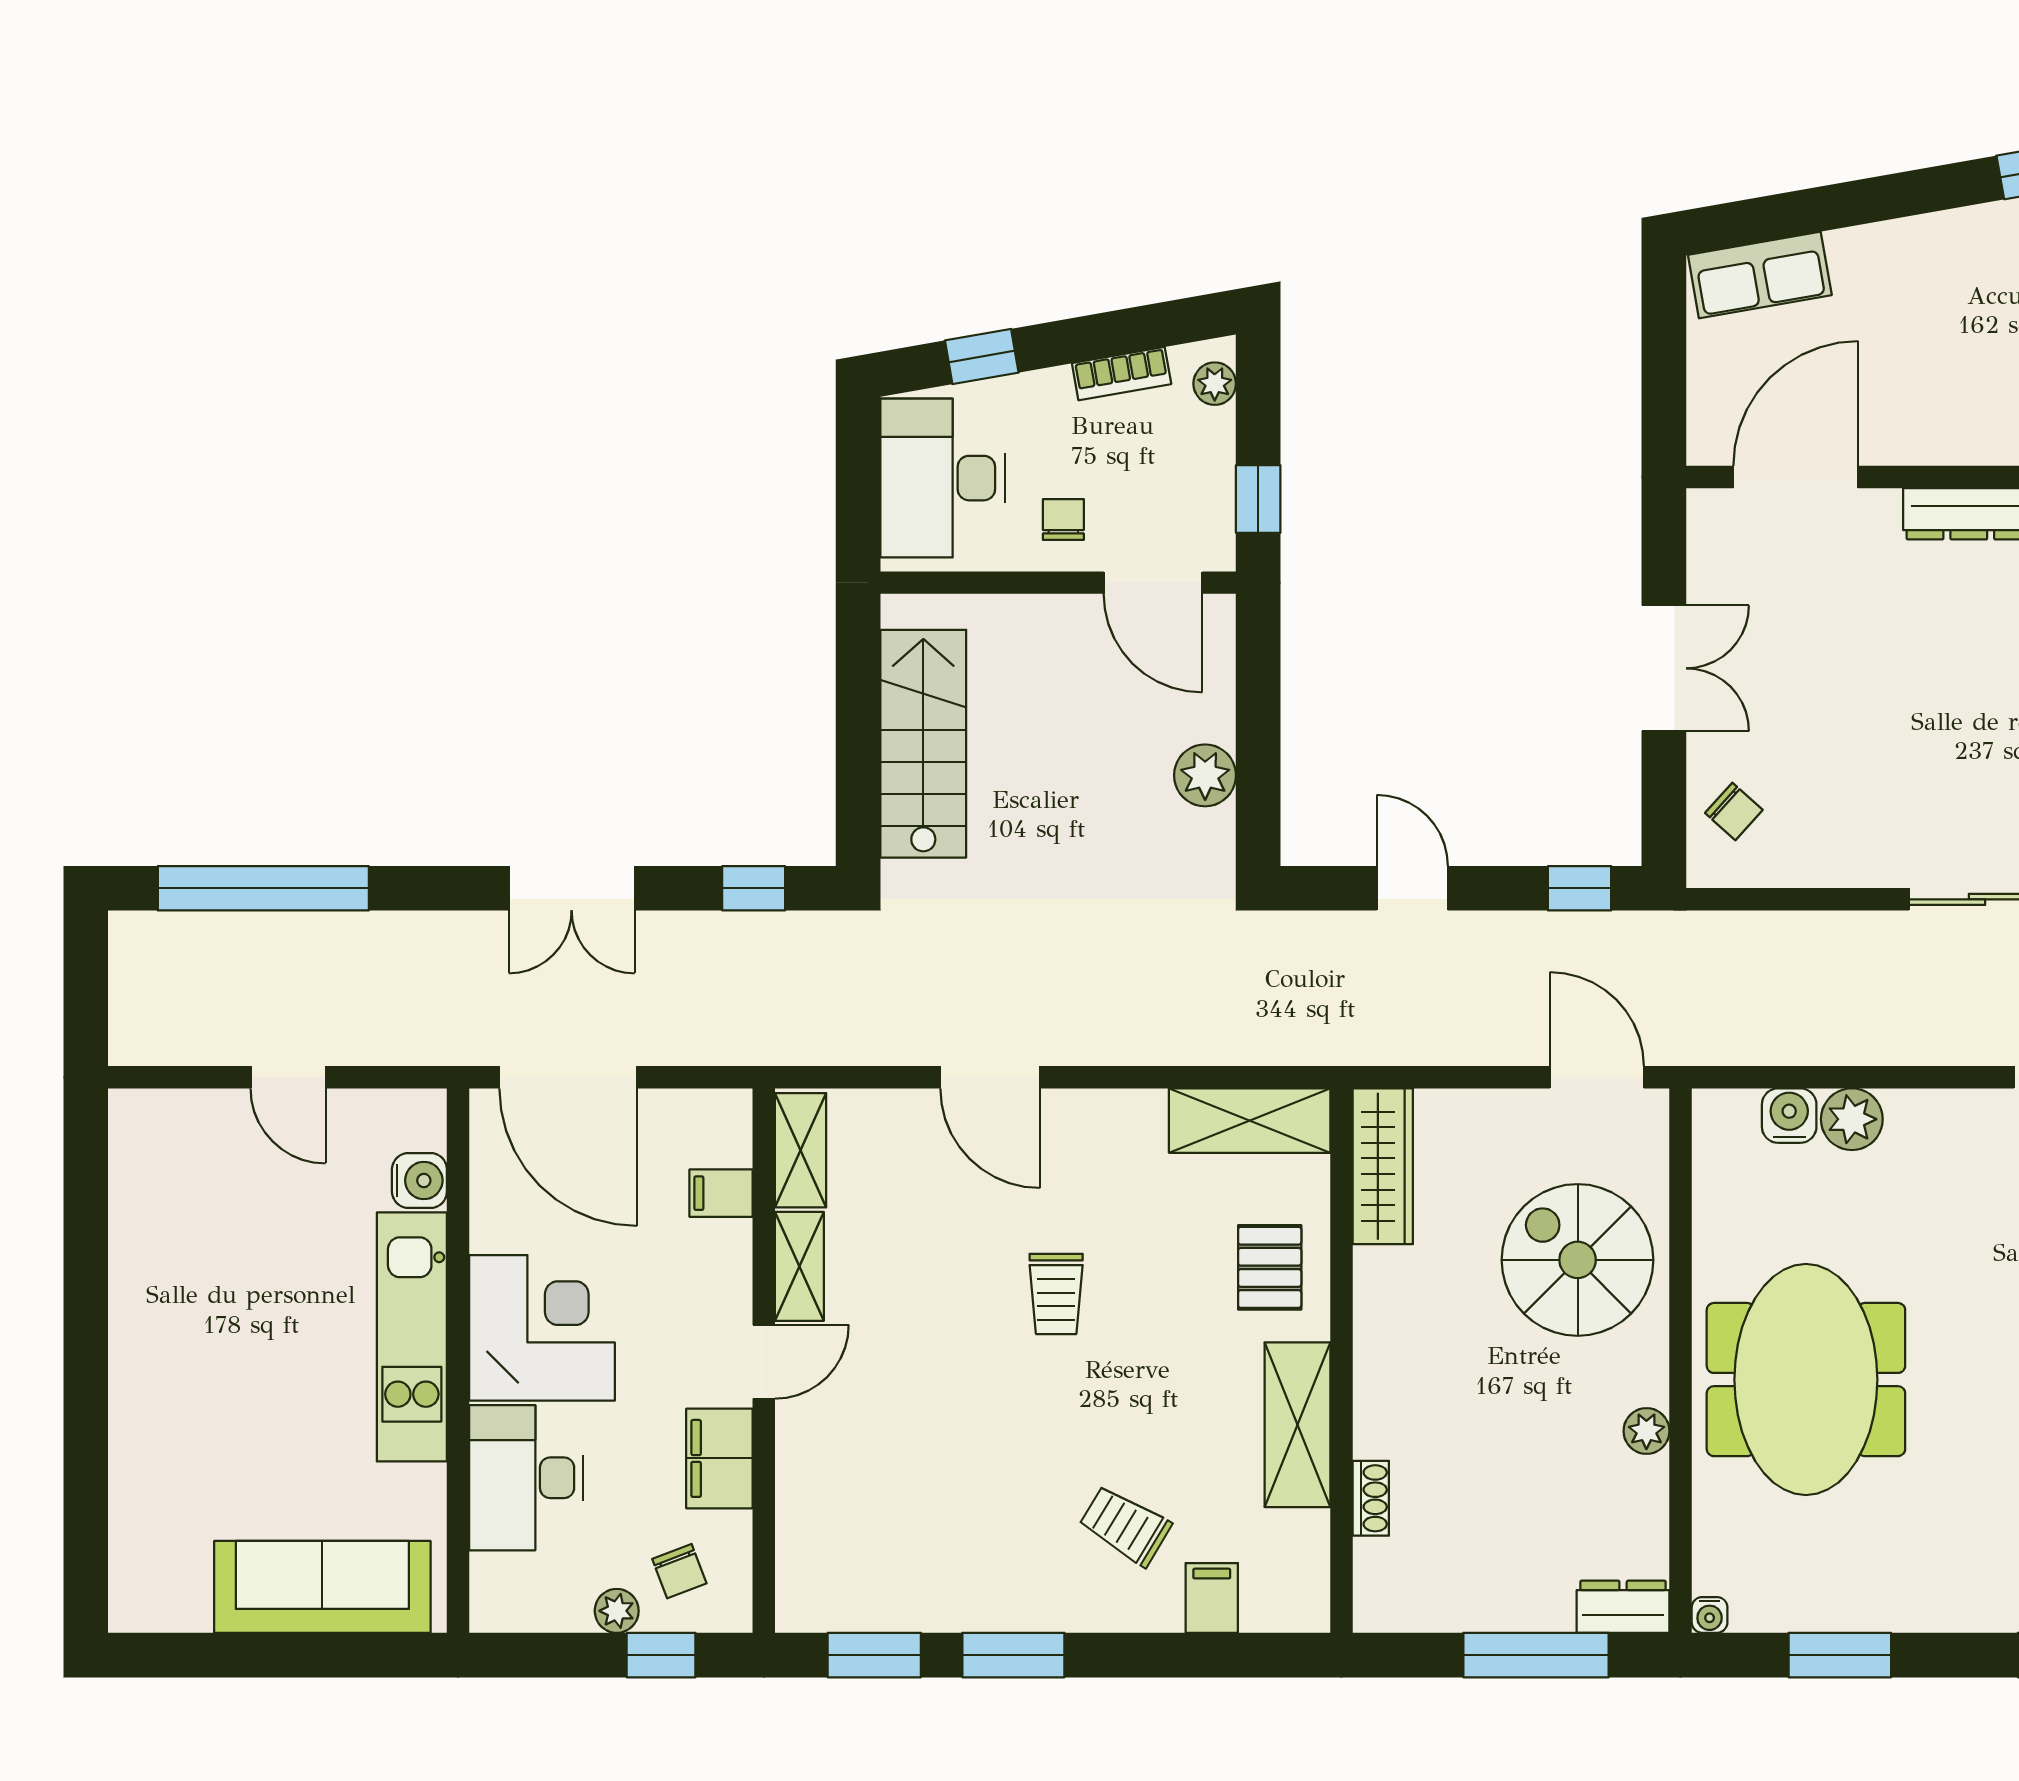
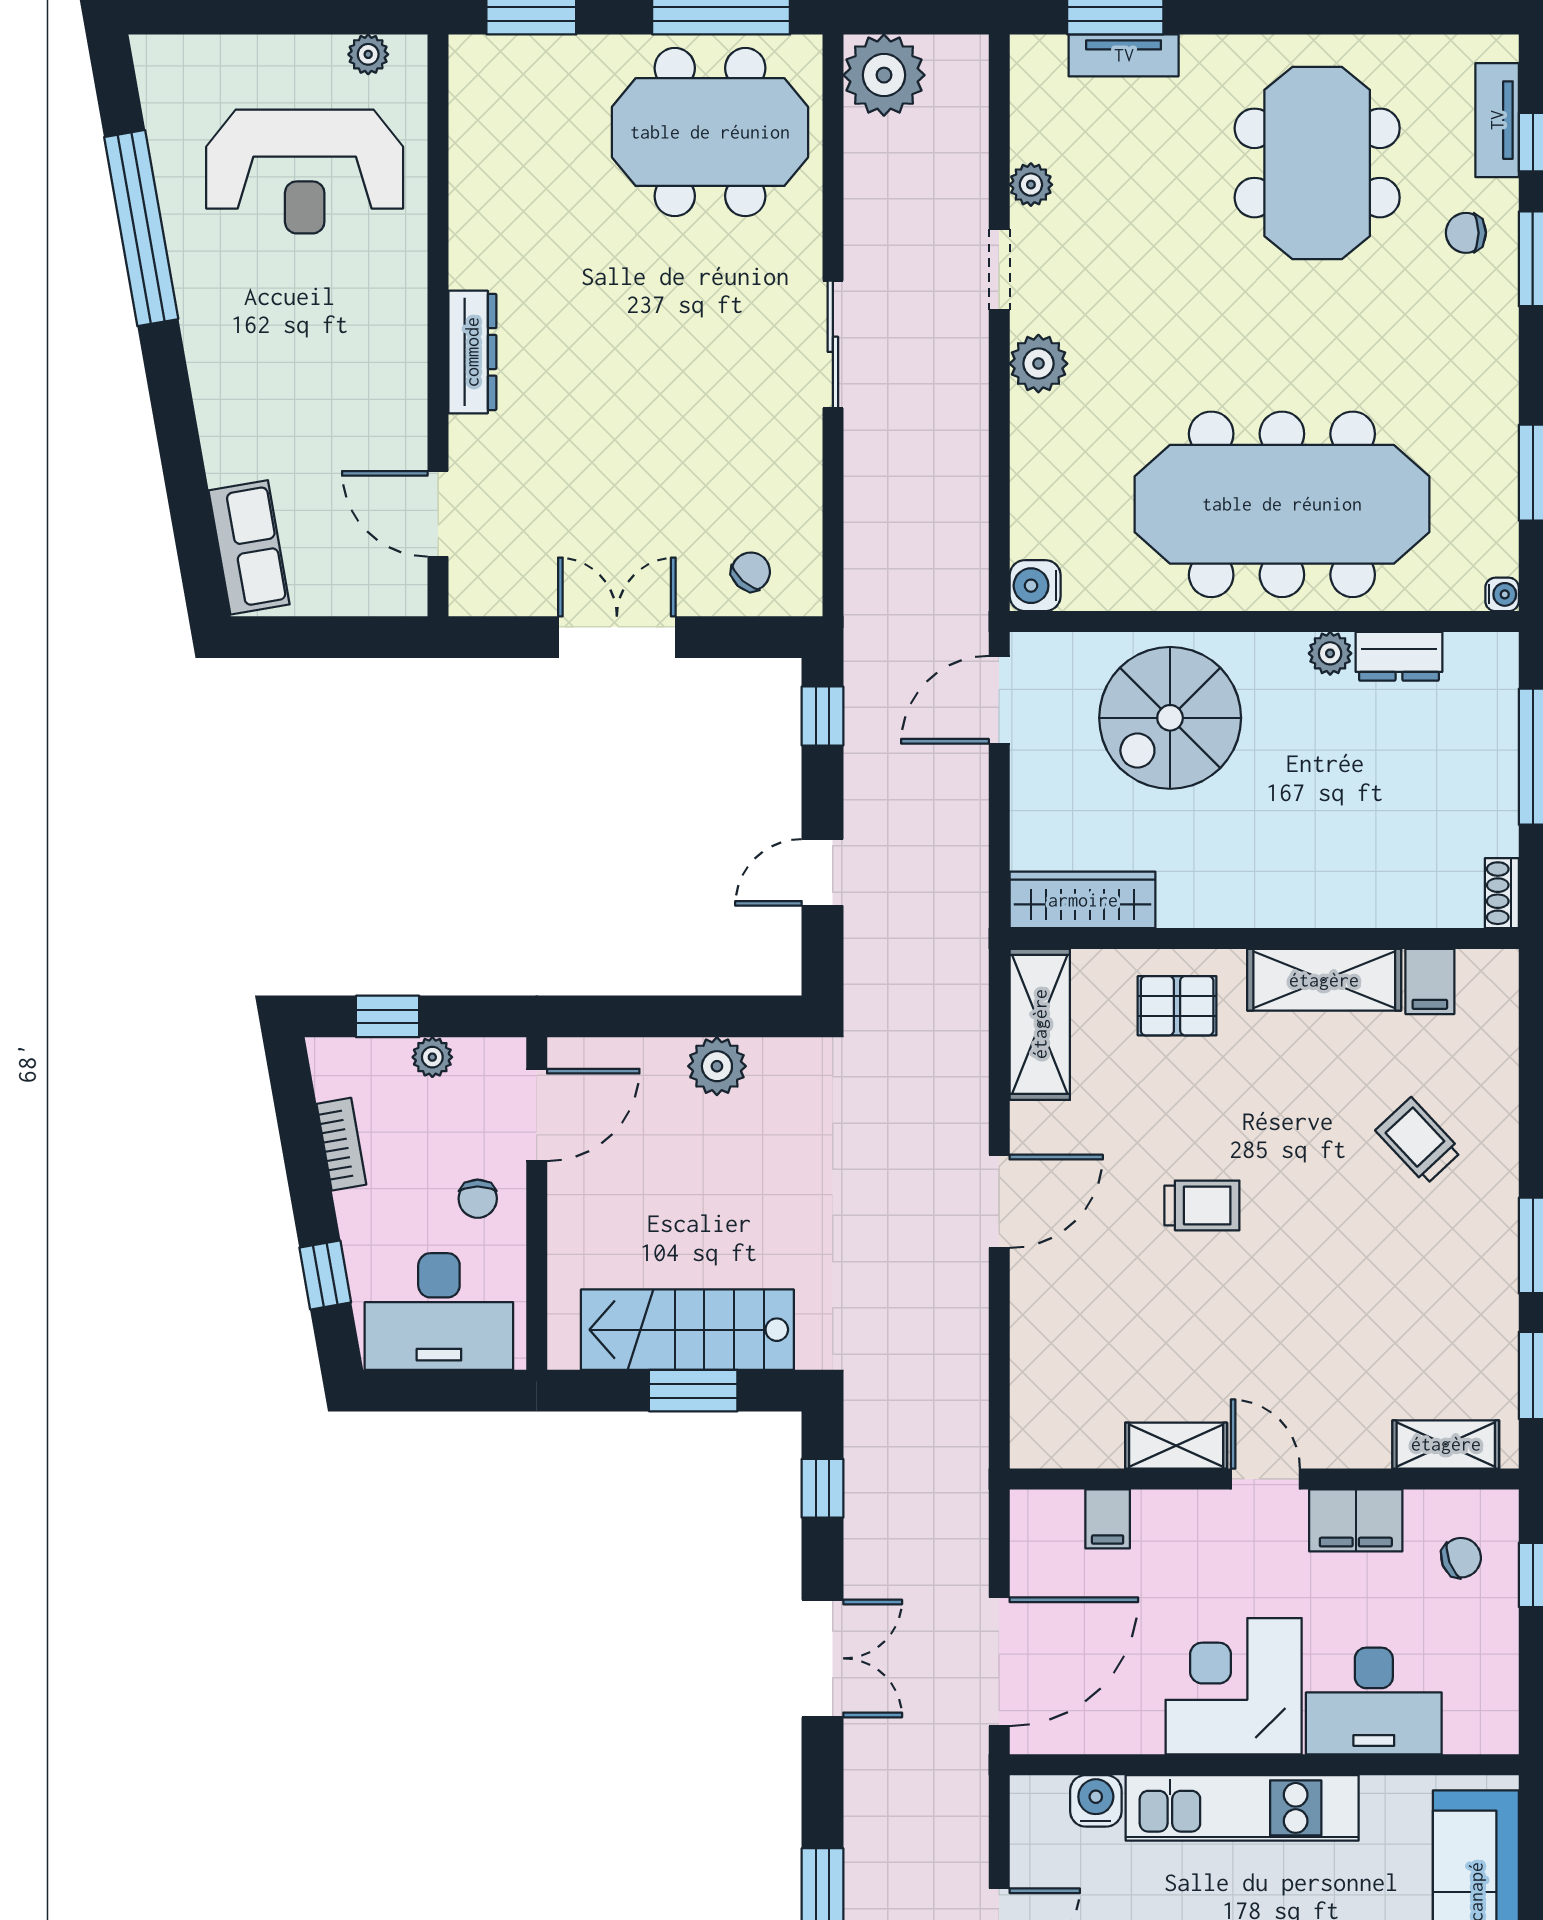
plant: (1215, 384) -> (432, 1057), moved
door: (1796, 477) -> (438, 514), width x0.73
window: (1258, 499) -> (388, 1016), moved
chair: (1063, 519) -> (478, 1199), turned -90
window: (858, 750) -> (693, 1391), added
door: (990, 1077) -> (999, 1201), moved
water cooler: (1789, 1116) -> (1035, 586), moved
plant: (1852, 1119) -> (1038, 364), moved
shelving: (801, 1150) -> (1446, 1444), moved
meeting table: (1806, 1380) -> (1282, 504), width x1.36
shoe rack: (1371, 1498) -> (1502, 893), moved, turned -90
trolley: (1125, 1526) -> (1419, 1141), turned 106
filing cabinet: (1212, 1598) -> (1430, 982), moved, turned -90
dresser: (1623, 1607) -> (1399, 656), moved, turned -90
plant: (617, 1611) -> (1498, 1616), removed

